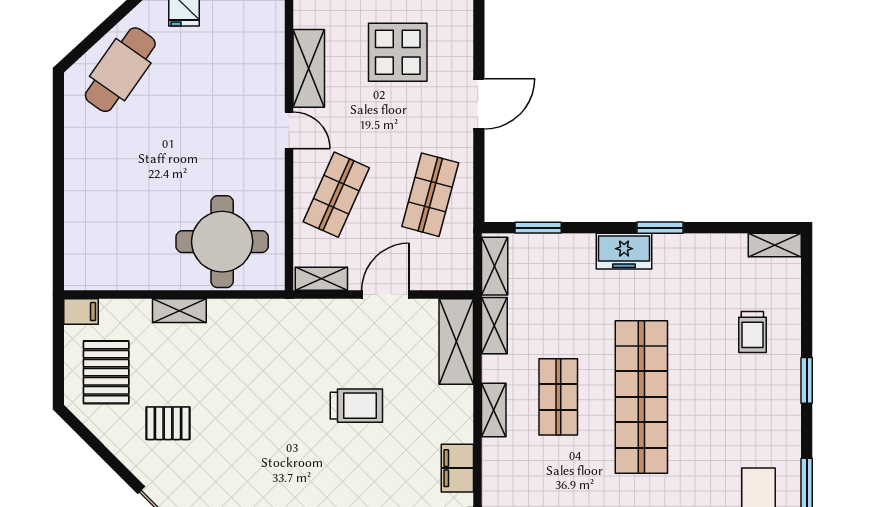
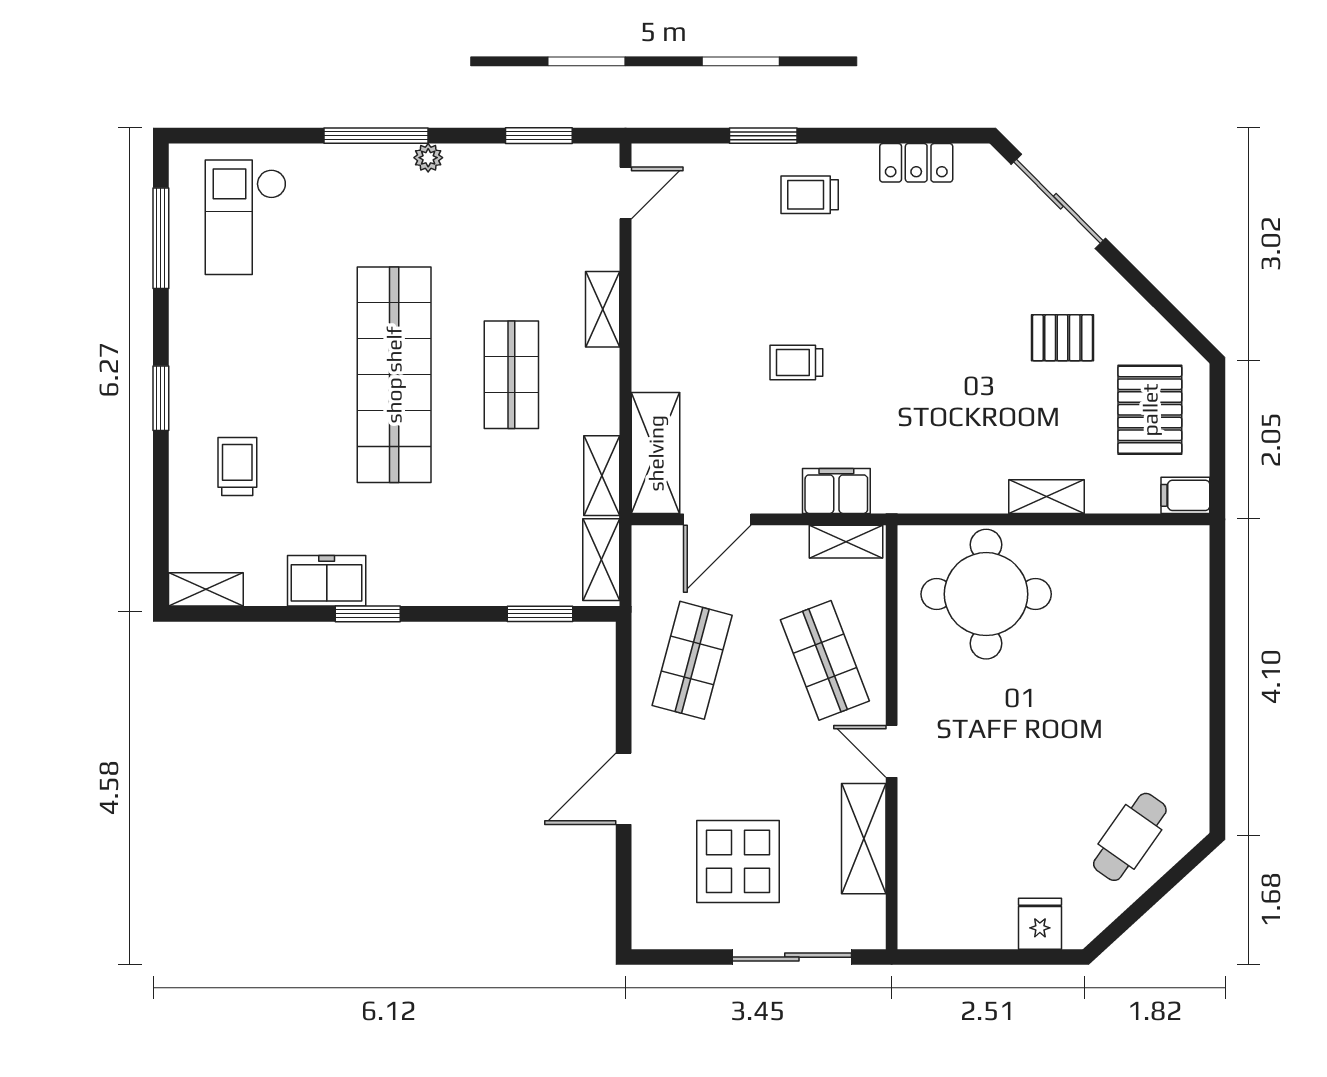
cafe table: (120, 70) -> (1130, 837), width x0.73, depth x0.74
shop shelf: (336, 195) -> (825, 660), turned -45
freezer: (624, 251) -> (327, 581), moved
door: (386, 295) -> (717, 519), moved
trolley: (356, 406) -> (796, 362), width x0.73, depth x0.72
shelving: (494, 410) -> (603, 309), moved
filing cabinet: (457, 468) -> (836, 491), moved, turned -90

